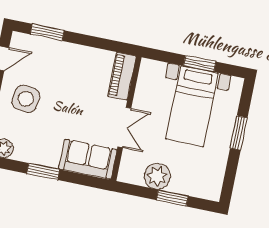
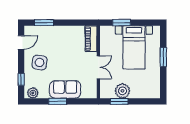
window: (200, 64) -> (122, 23), moved
sofa: (88, 159) -> (65, 89), moved
window: (172, 198) -> (119, 101), moved

